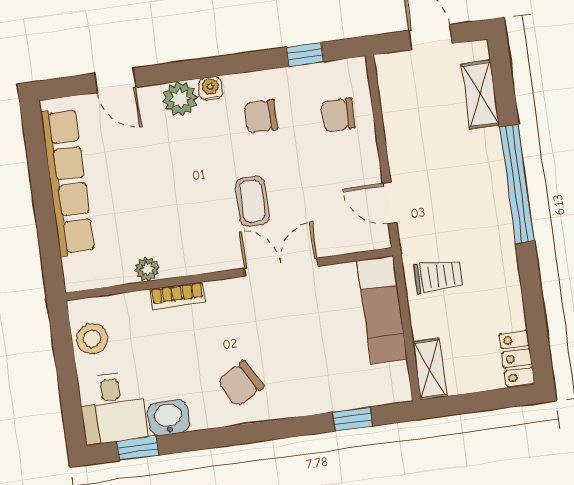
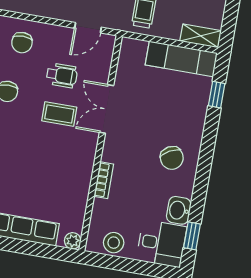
wheelchair: (309, 187) -> (62, 75), added
plant: (147, 269) -> (73, 241), moved
exam couch: (382, 310) -> (181, 59), moved

